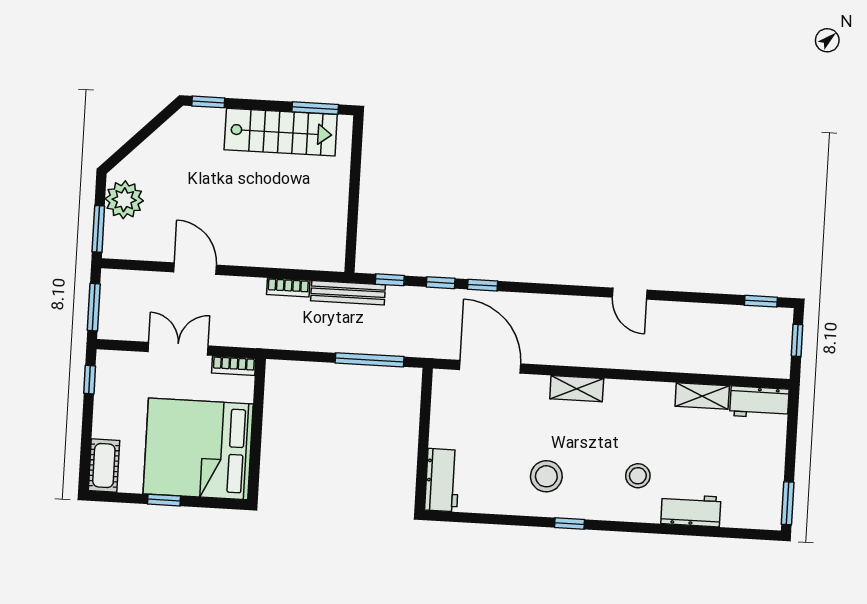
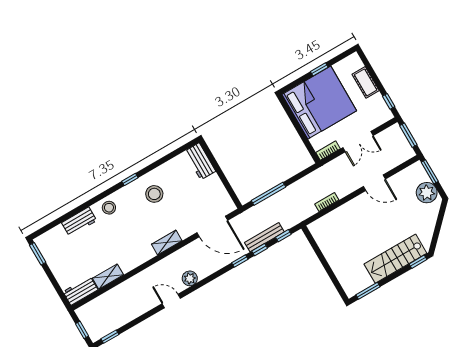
stairs: (281, 132) -> (395, 259), moved
bench: (348, 293) -> (264, 237), moved
plant: (578, 310) -> (190, 278), added
cot: (104, 466) -> (366, 82), moved
stool: (638, 476) -> (109, 208), moved

